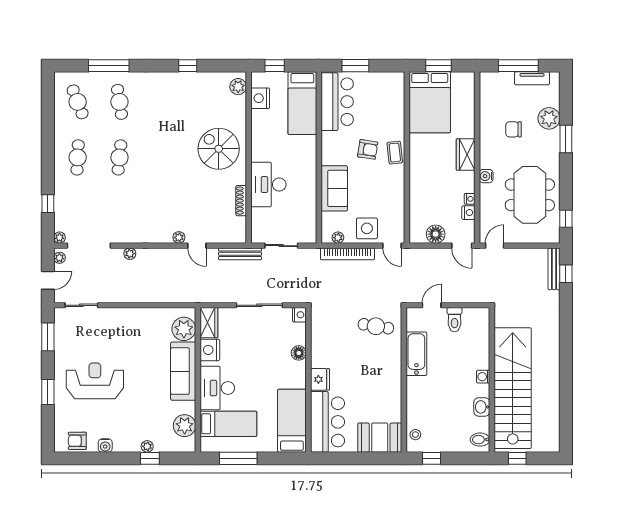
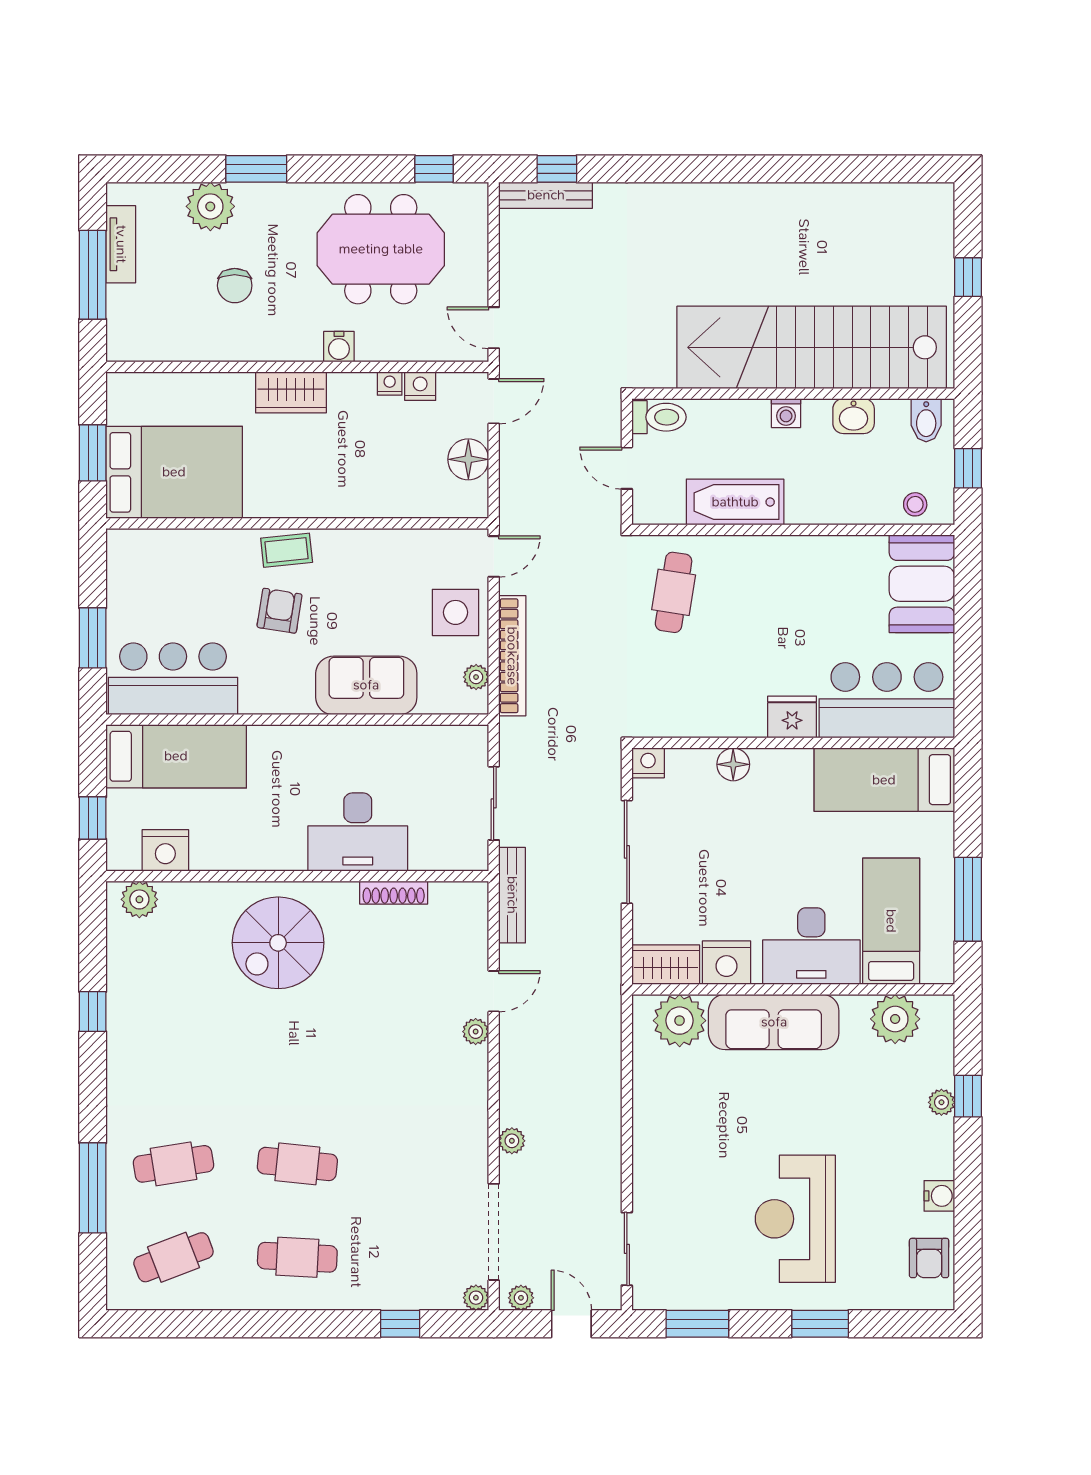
washing machine: (483, 377) -> (786, 413), moved
wall: (492, 380) -> (793, 394), moved
stairs: (513, 388) -> (812, 347), moved
washbasin: (482, 407) -> (854, 416), moved
bidet: (480, 440) -> (926, 420), moved

